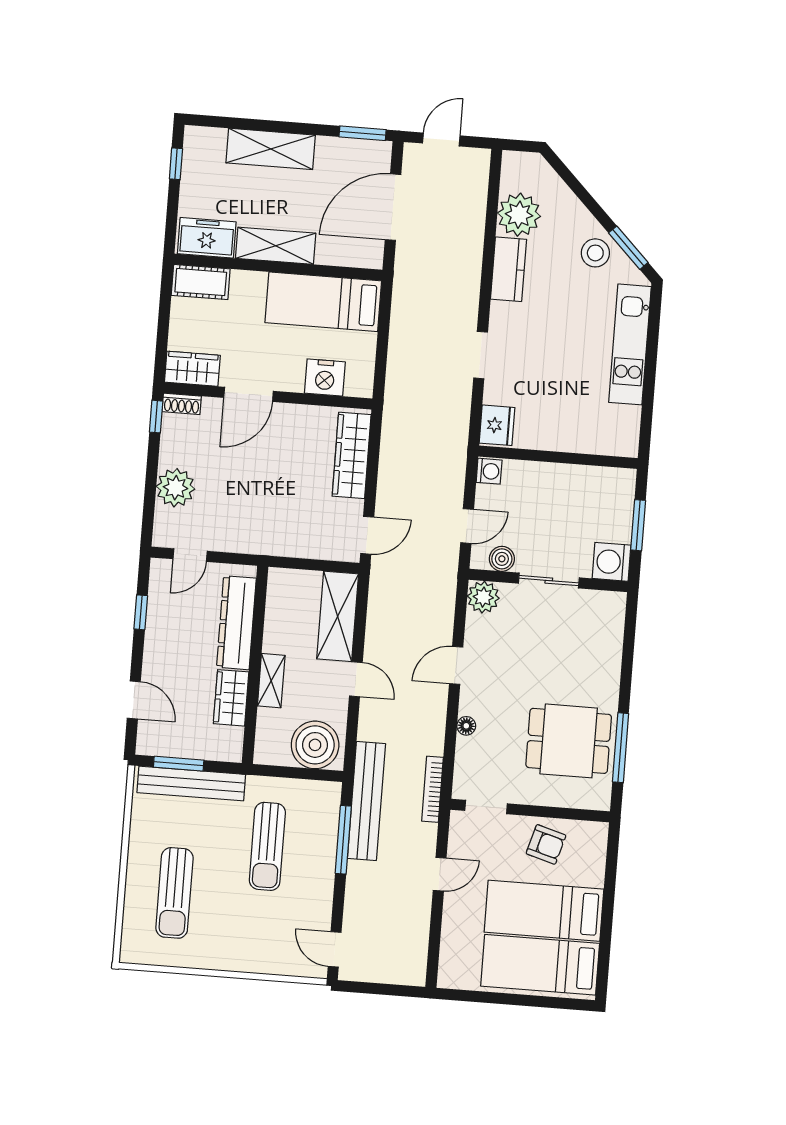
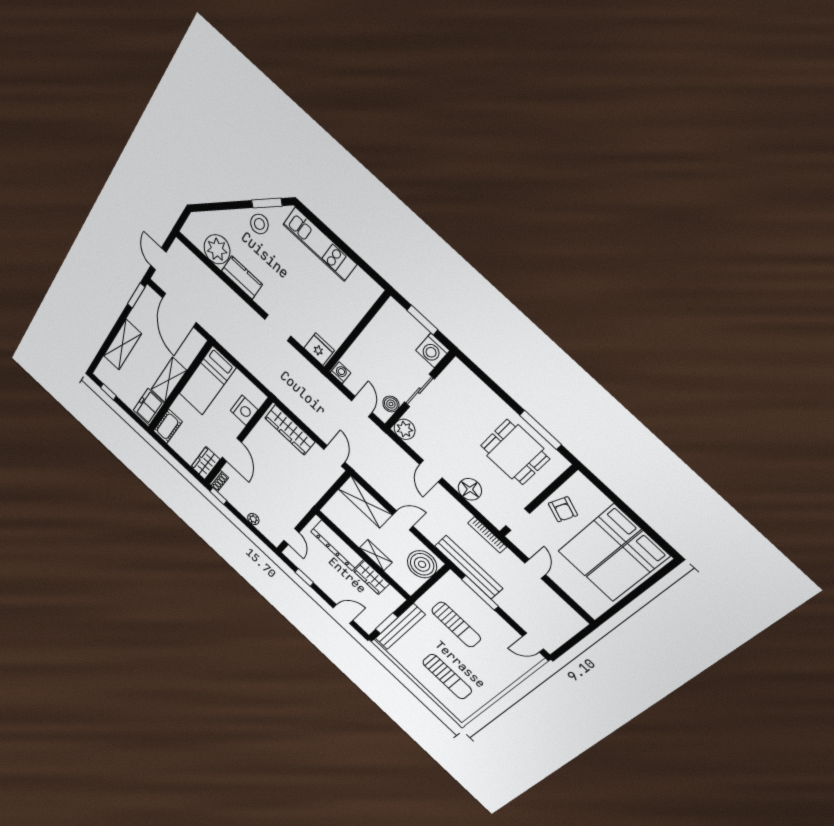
plant: (176, 488) -> (253, 519), width x0.53, depth x0.53
floor lamp: (466, 726) -> (470, 489), width x1.89, depth x1.89
dining table: (569, 741) -> (515, 452), turned 90
armchair: (546, 844) -> (563, 509), turned 95

